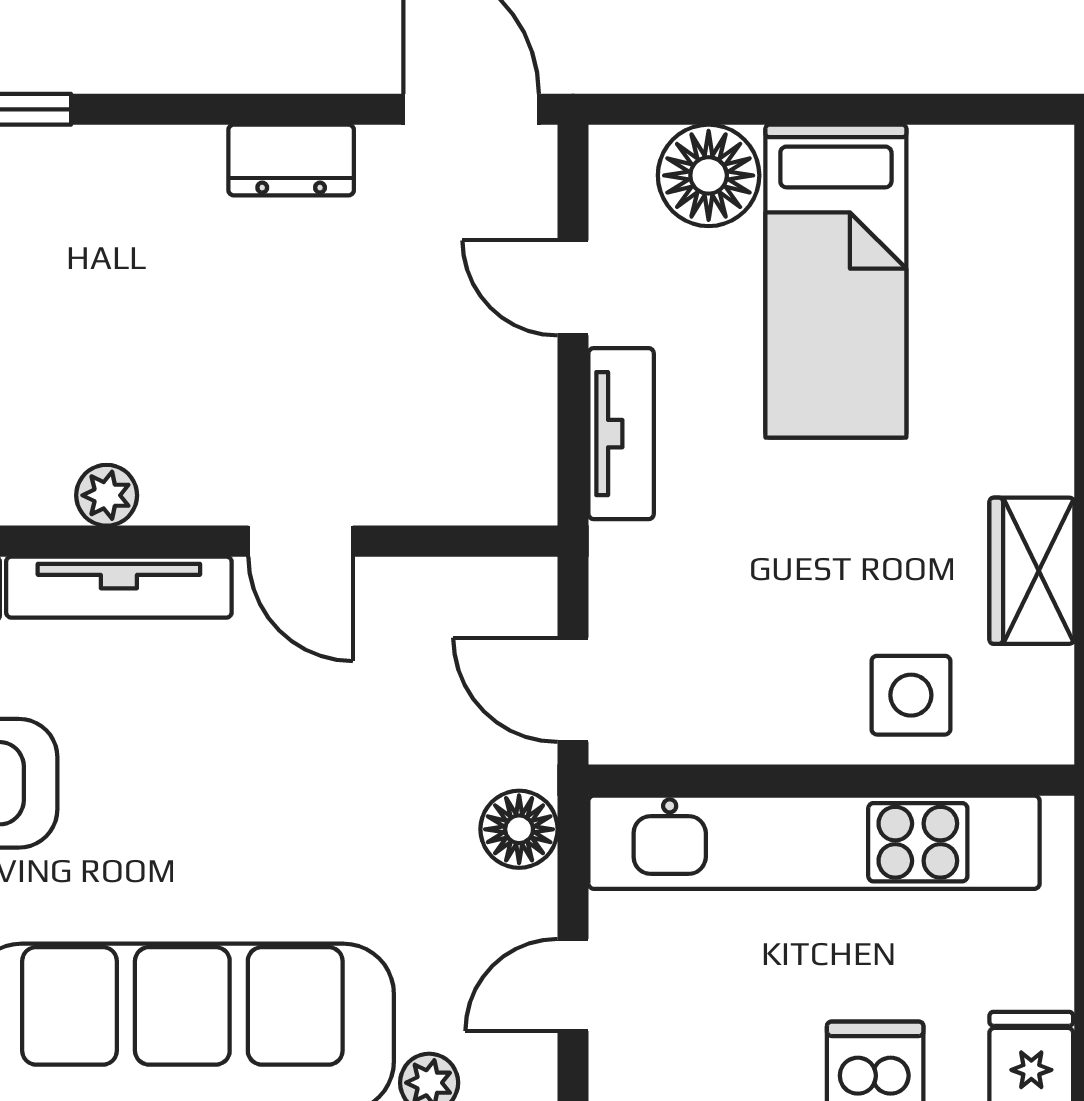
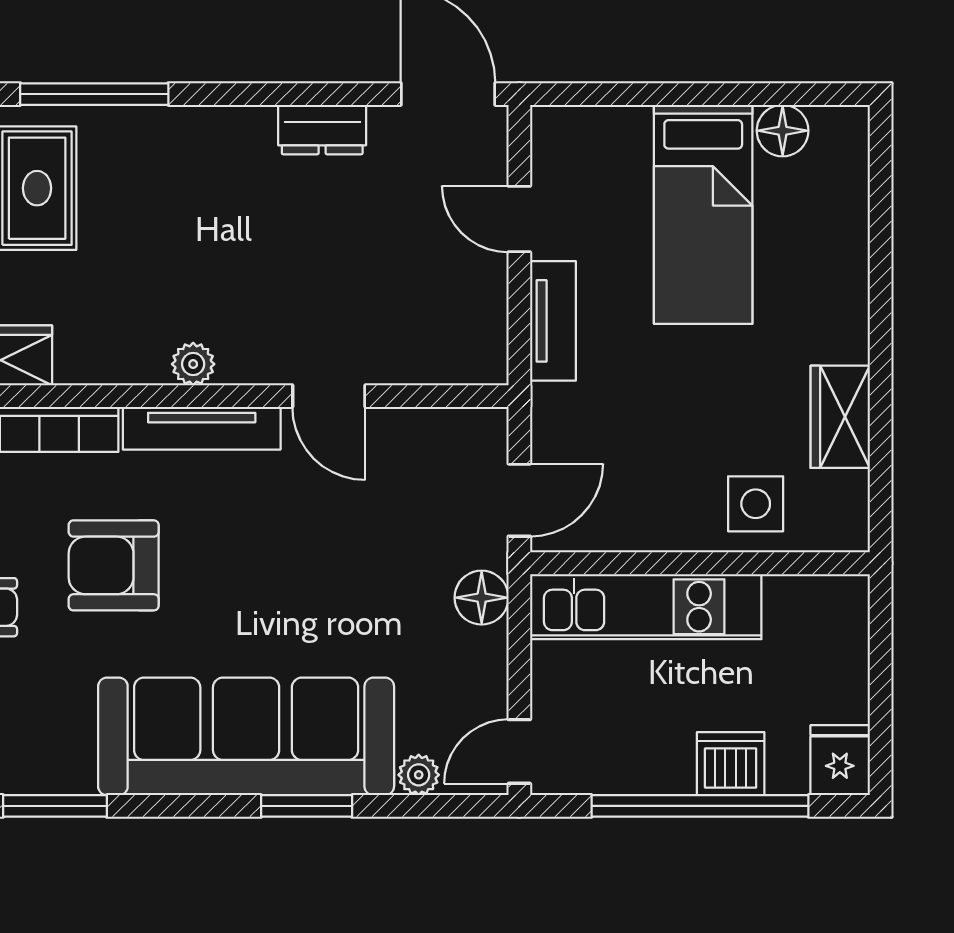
floor lamp: (709, 175) -> (783, 131), moved, width x0.73, depth x0.73
door: (573, 690) -> (519, 500), swing flipped
kitchen unit: (814, 842) -> (646, 607), width x0.73
door: (573, 985) -> (519, 751), moved

